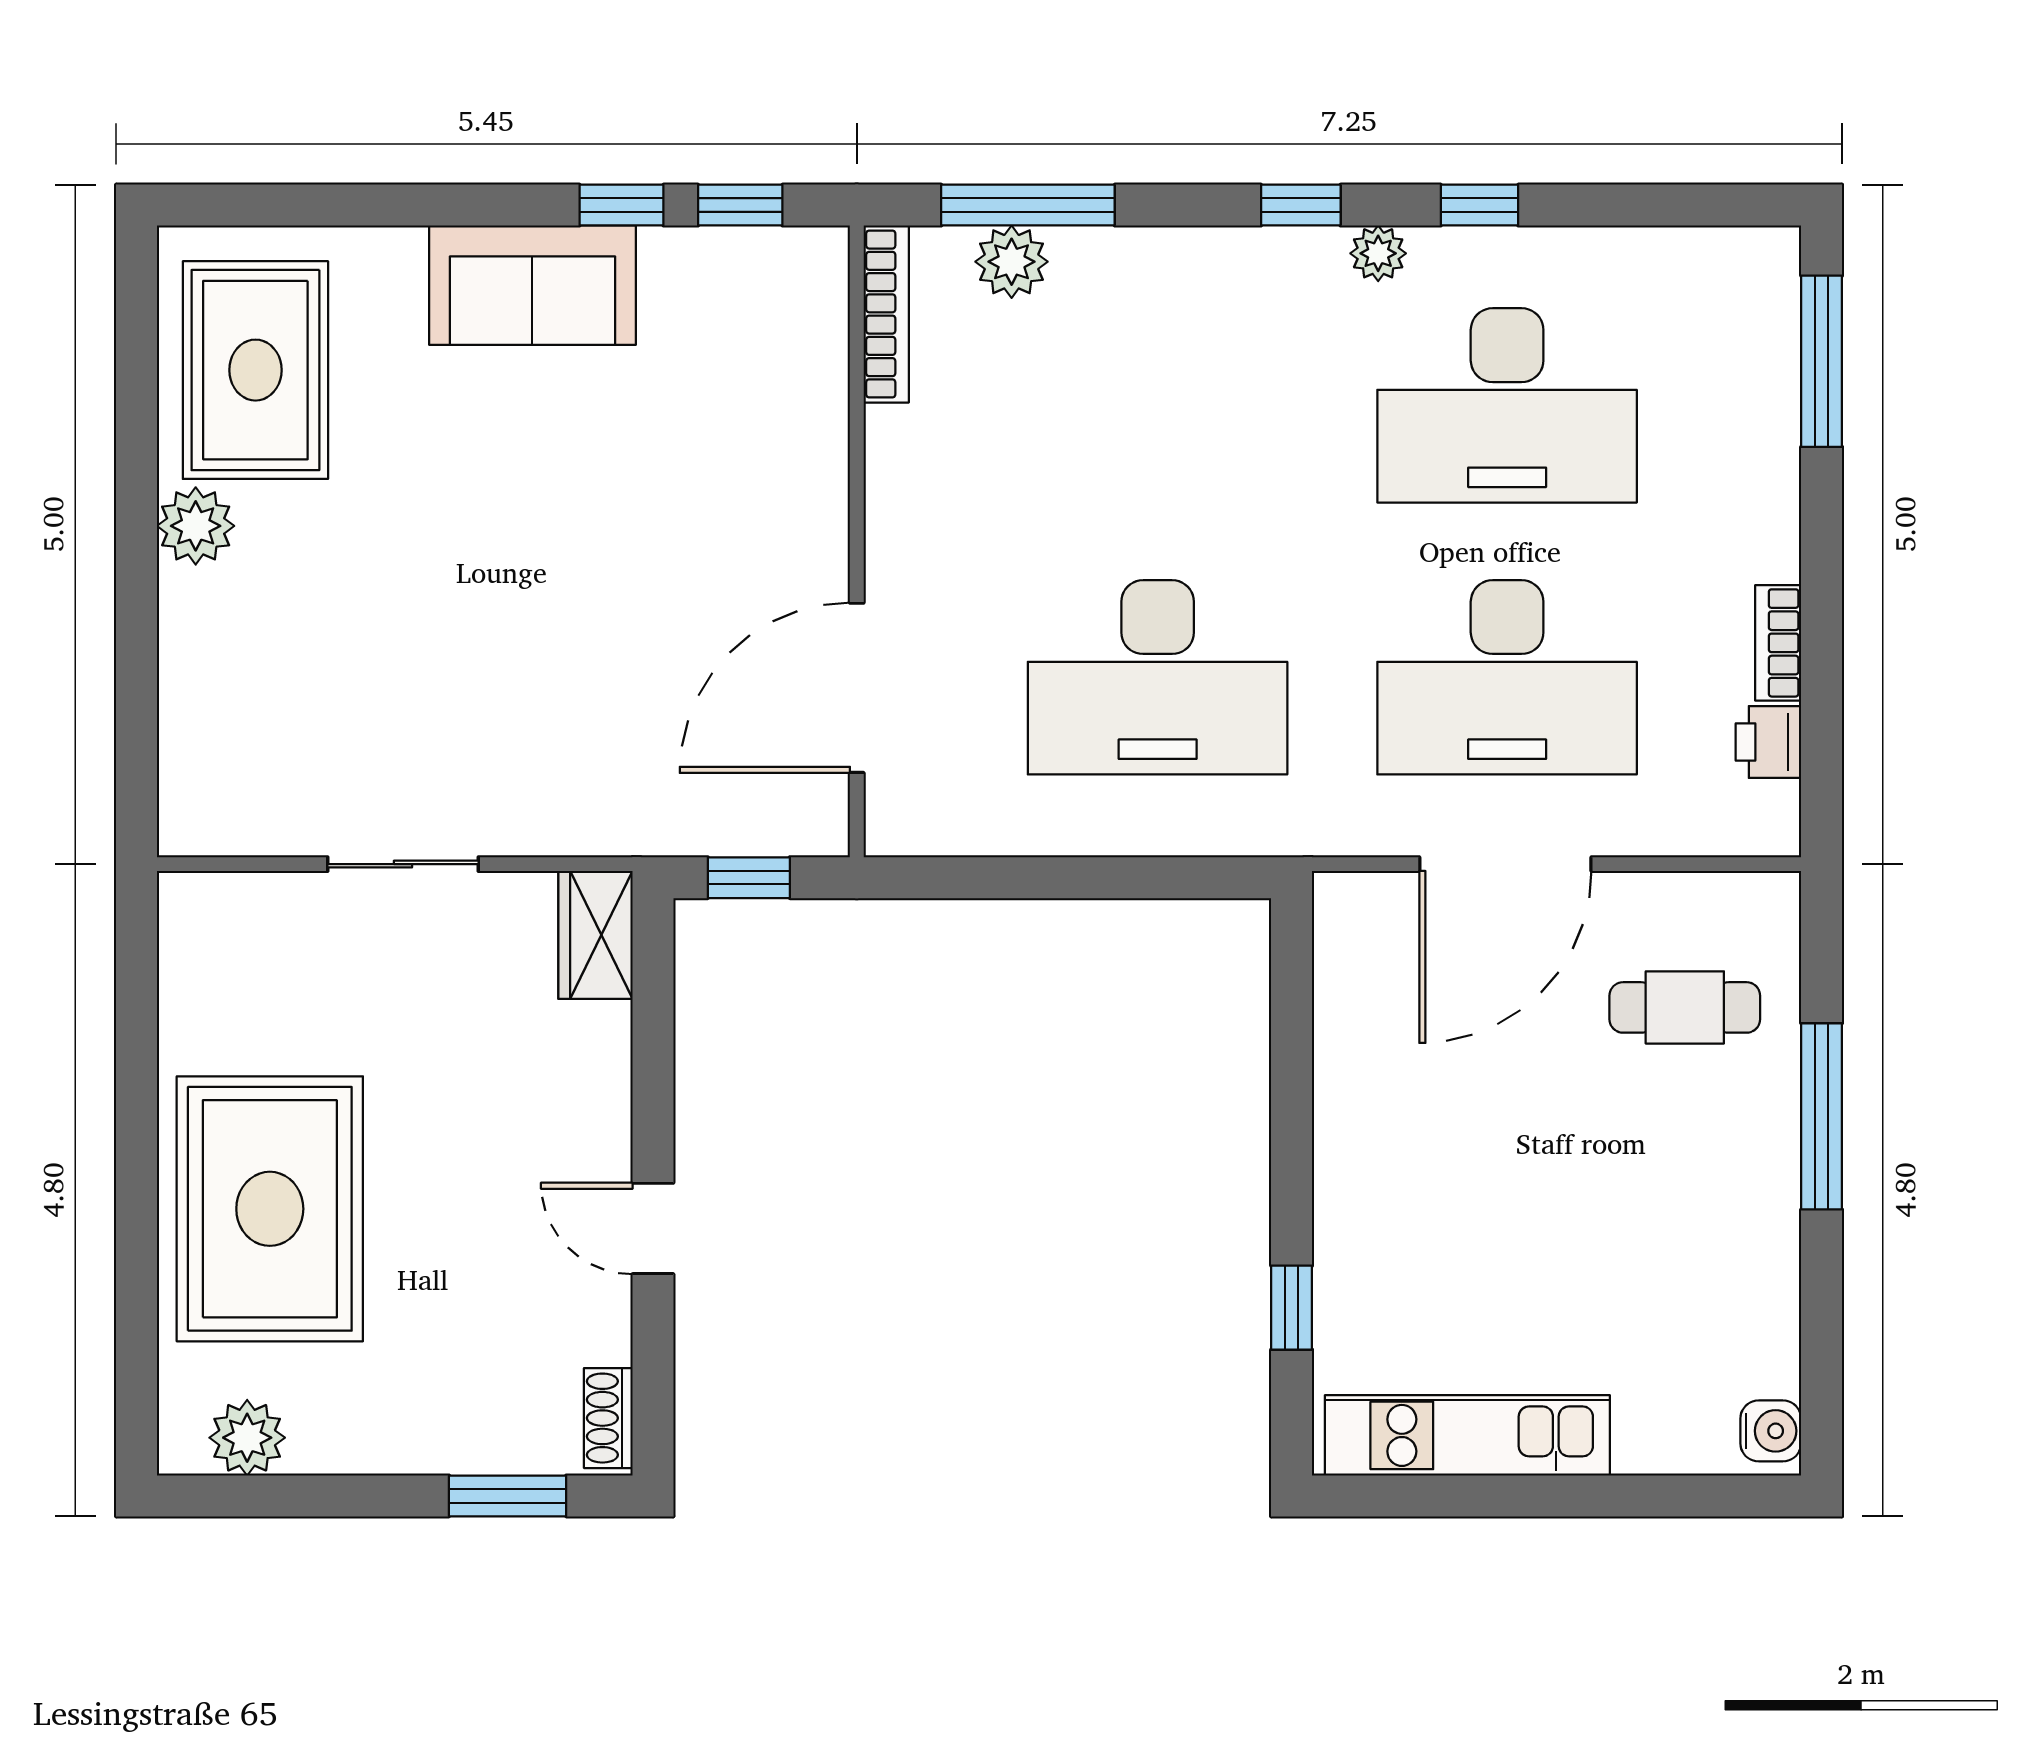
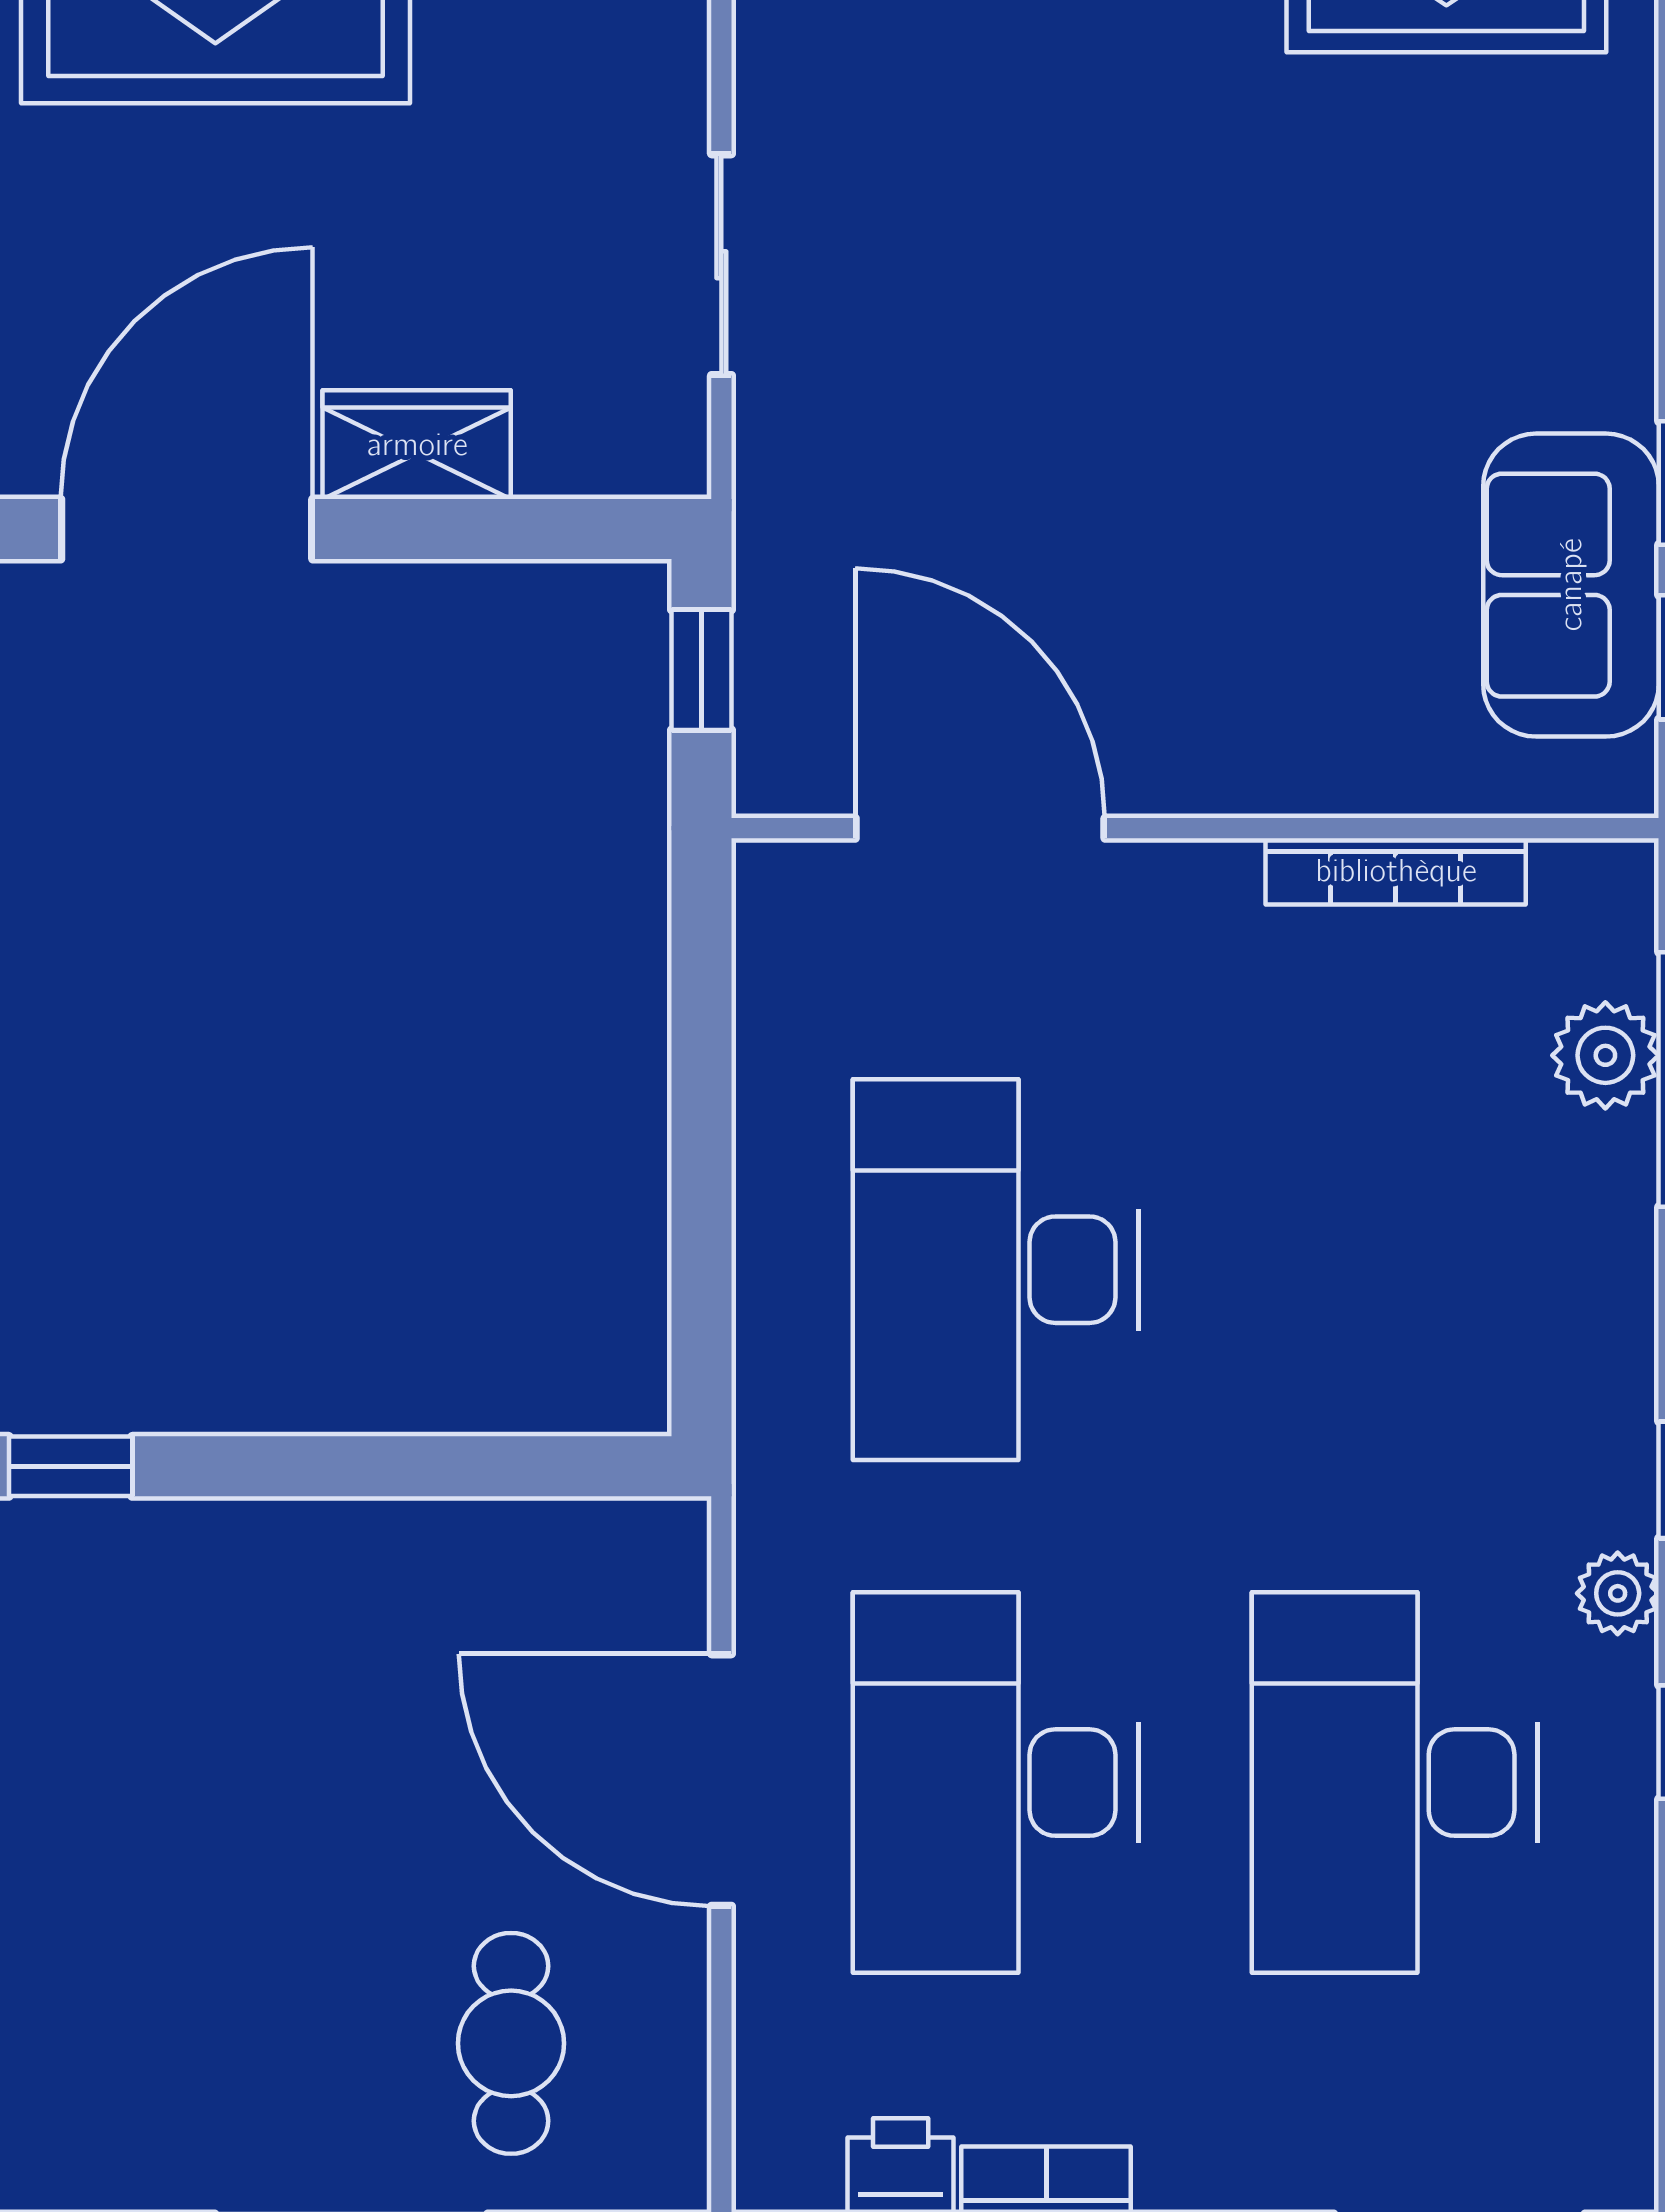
sofa: (532, 285) -> (1571, 585), moved
bookcase: (886, 314) -> (1396, 871), moved
sliding door: (403, 864) -> (721, 265), moved
wardrobe: (595, 935) -> (417, 445), moved
door: (653, 1228) -> (187, 529), width x1.88

